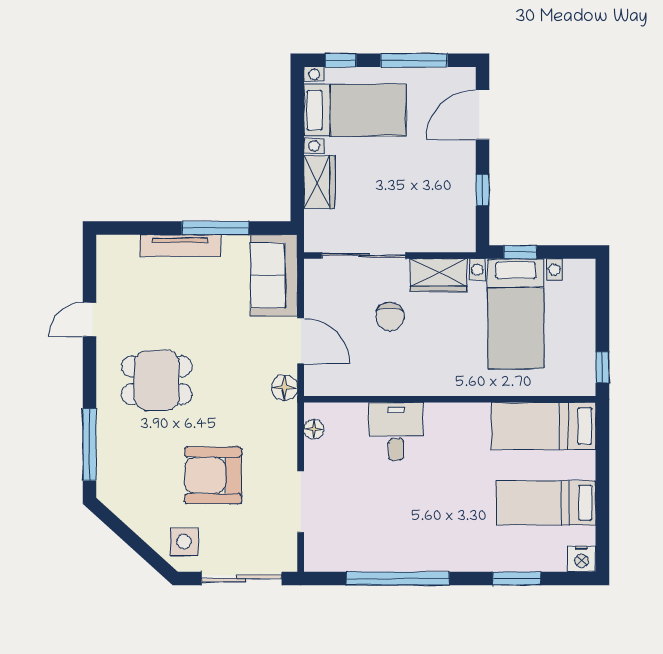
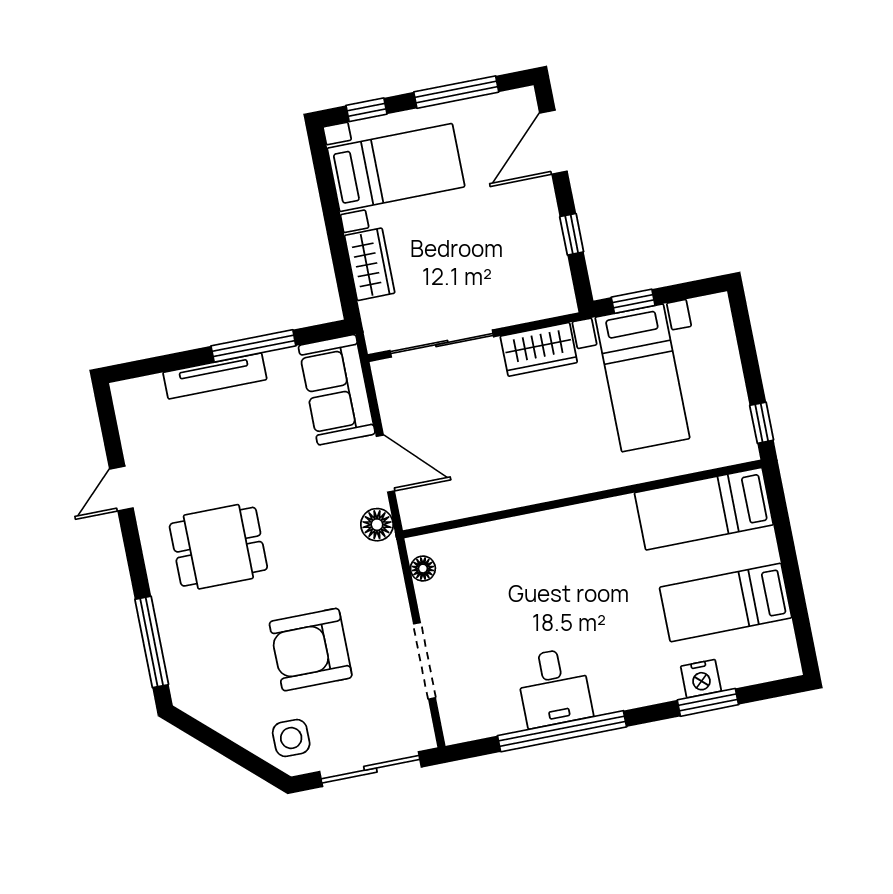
chair: (390, 317) -> (489, 412), removed
desk: (396, 431) -> (554, 687), moved, turned 180
nightstand: (582, 559) -> (701, 679), moved

